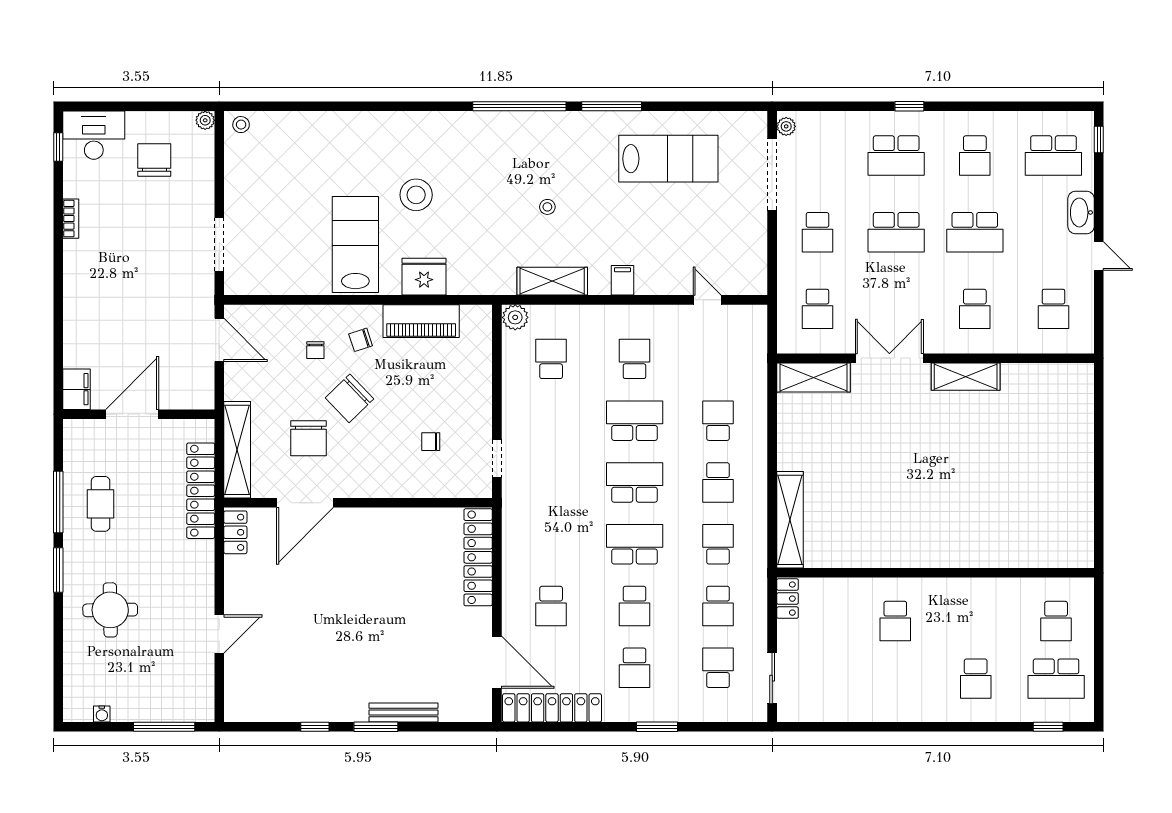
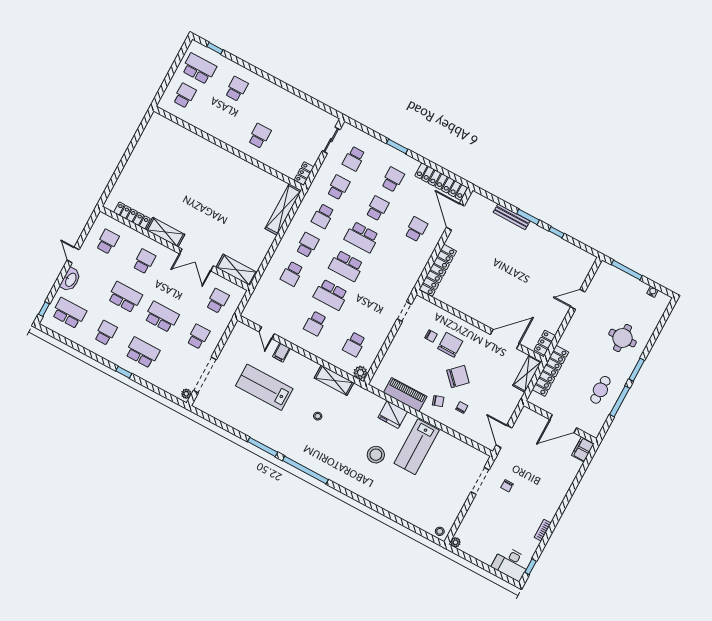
lab bench: (668, 159) -> (264, 387), moved
chair: (154, 160) -> (507, 486), moved, width x0.54, depth x0.54
filing cabinet: (622, 280) -> (281, 352), moved
locker: (1036, 374) -> (132, 215), added
chair: (308, 438) -> (450, 345), moved
shelving: (237, 450) -> (527, 374), width x0.68

